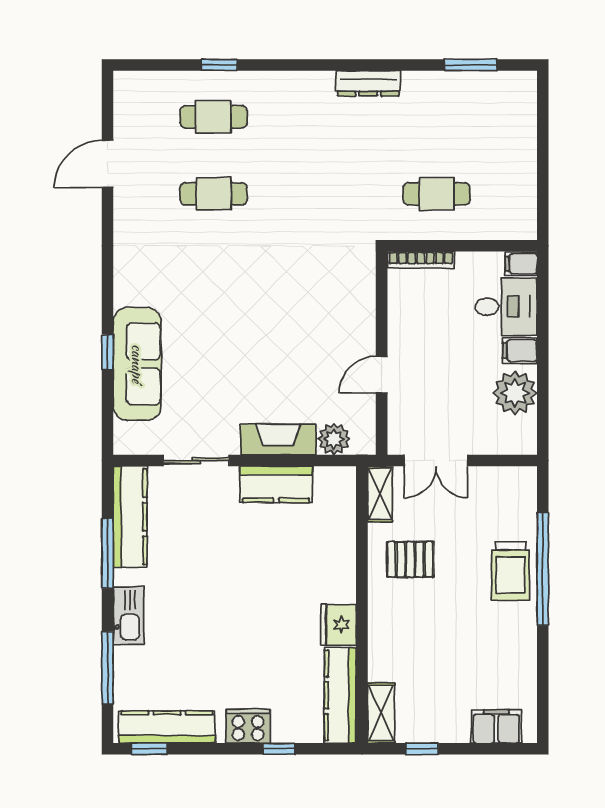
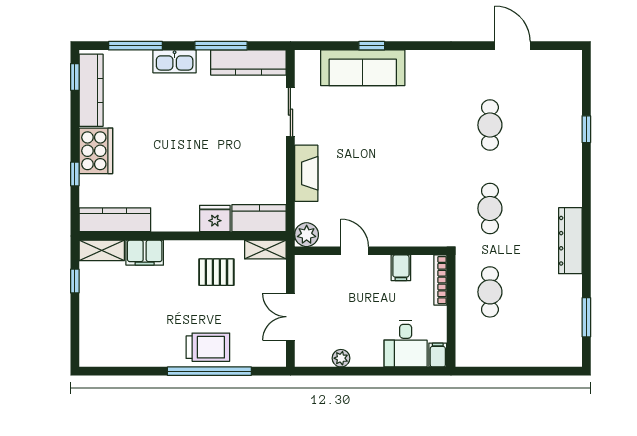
dresser: (368, 83) -> (570, 241), width x1.37, depth x1.24
cafe table: (214, 117) -> (490, 208), moved
filing cabinet: (520, 350) -> (401, 268), moved, turned 180
plant: (515, 393) -> (341, 358), width x0.53, depth x0.53
plant: (334, 439) -> (307, 235), moved
double door: (436, 461) -> (290, 317), moved
kitchen counter: (276, 484) -> (259, 218), moved, turned 90
pallet: (410, 560) -> (216, 272), turned 90
trolley: (511, 571) -> (208, 347), turned 180
fridge: (339, 625) -> (215, 219), moved
cooker: (248, 726) -> (96, 151), width x1.37, depth x1.31
filing cabinet: (496, 726) -> (145, 253), moved, turned 90

